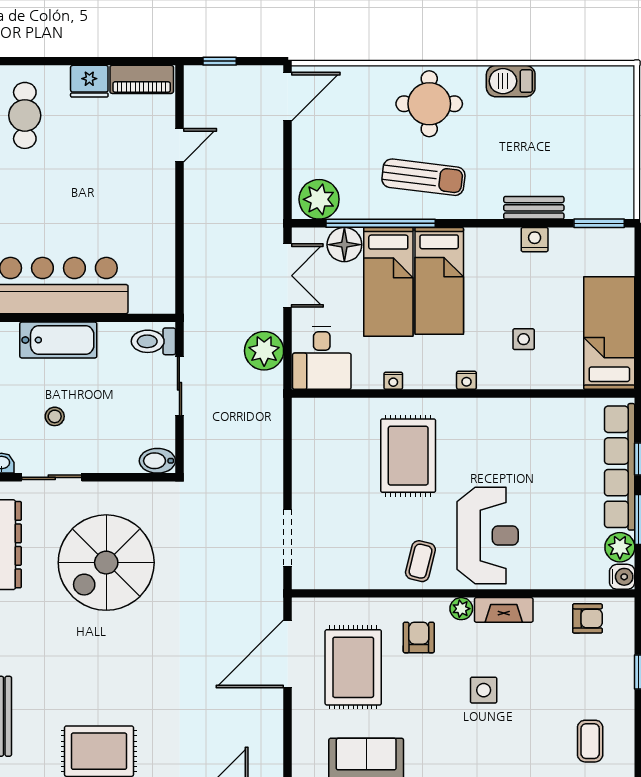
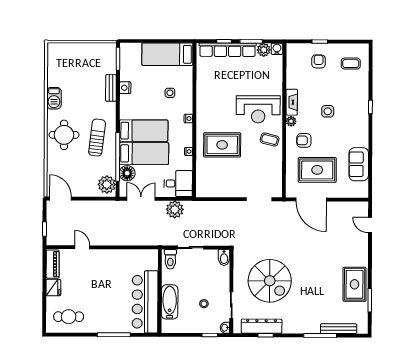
reception desk: (488, 536) -> (258, 109), turned 180
armchair: (587, 618) -> (319, 61), moved

